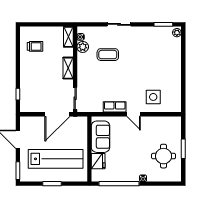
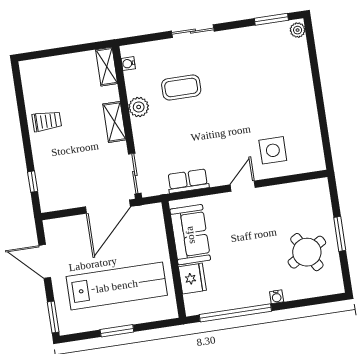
trolley: (35, 46) -> (47, 121), moved
plant: (83, 47) -> (139, 107), moved
row of seats: (115, 107) -> (188, 181), moved
door: (134, 114) -> (243, 186), swing flipped
round table: (164, 156) -> (307, 252), turned -30

